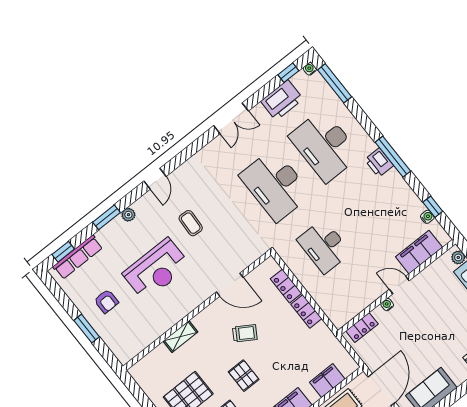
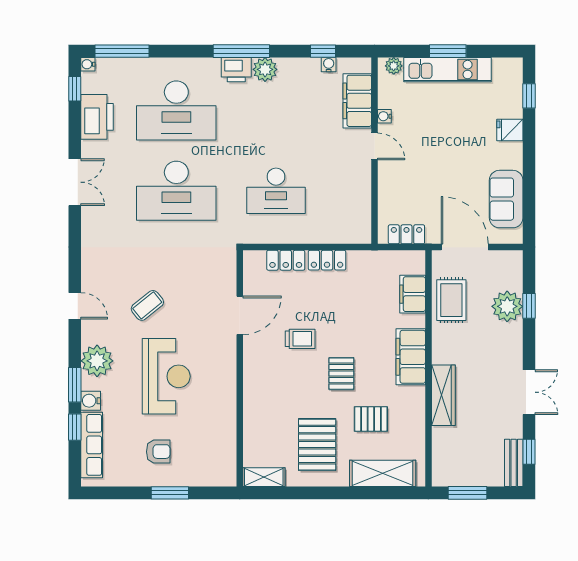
plant: (393, 180) -> (265, 69), added
plant: (128, 215) -> (97, 361), width x1.88, depth x1.88
coffee table: (191, 223) -> (147, 305), turned -42
water cooler: (104, 235) -> (91, 401), added
window: (63, 252) -> (75, 427), moved
door: (399, 285) -> (374, 146), swing flipped
water cooler: (387, 305) -> (384, 116), moved
locker: (362, 327) -> (406, 234), moved, turned -90
trolley: (245, 333) -> (300, 339), turned 58
shelving: (180, 336) -> (264, 477), moved, turned 90
pallet: (244, 376) -> (341, 374), turned 90

